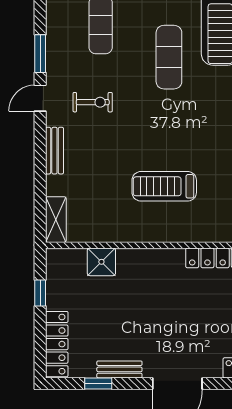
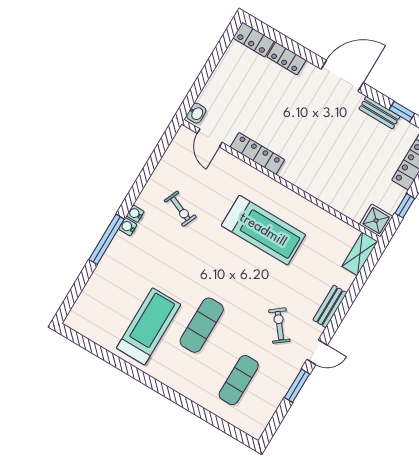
exercise bike: (93, 102) -> (279, 326), turned 52
treadmill: (164, 186) -> (263, 230), width x1.37, depth x1.38
shower: (101, 262) -> (376, 220), moved

